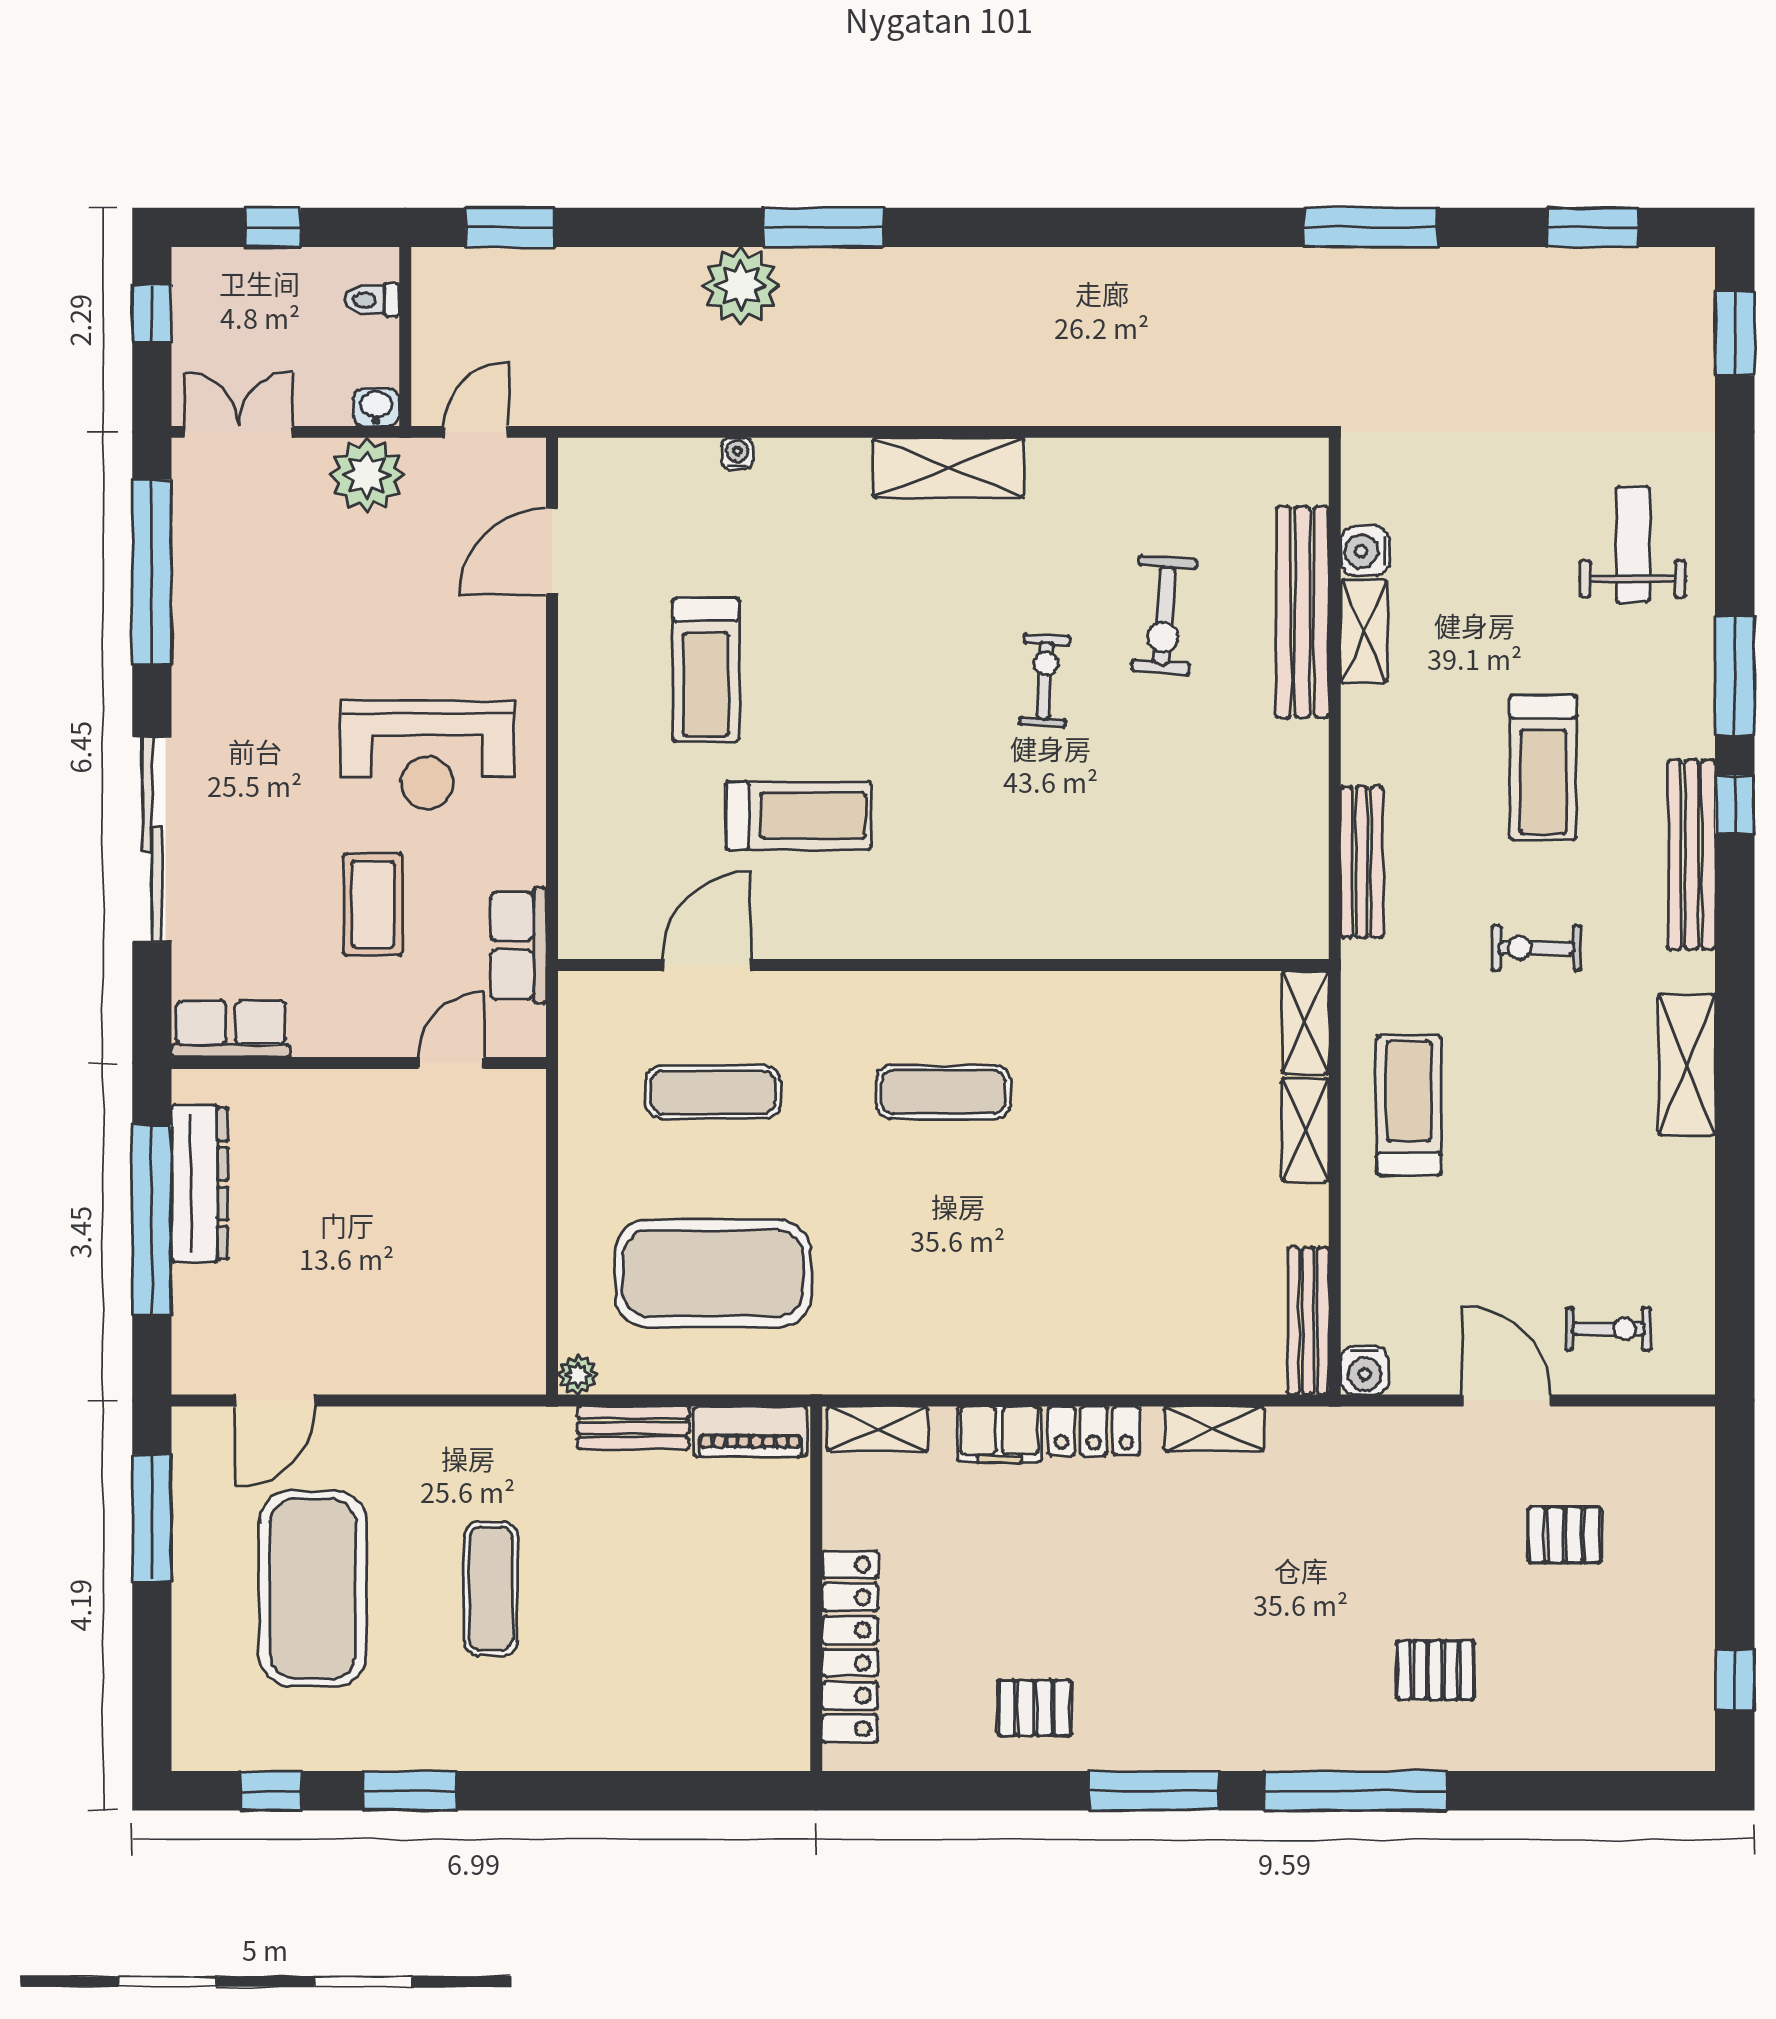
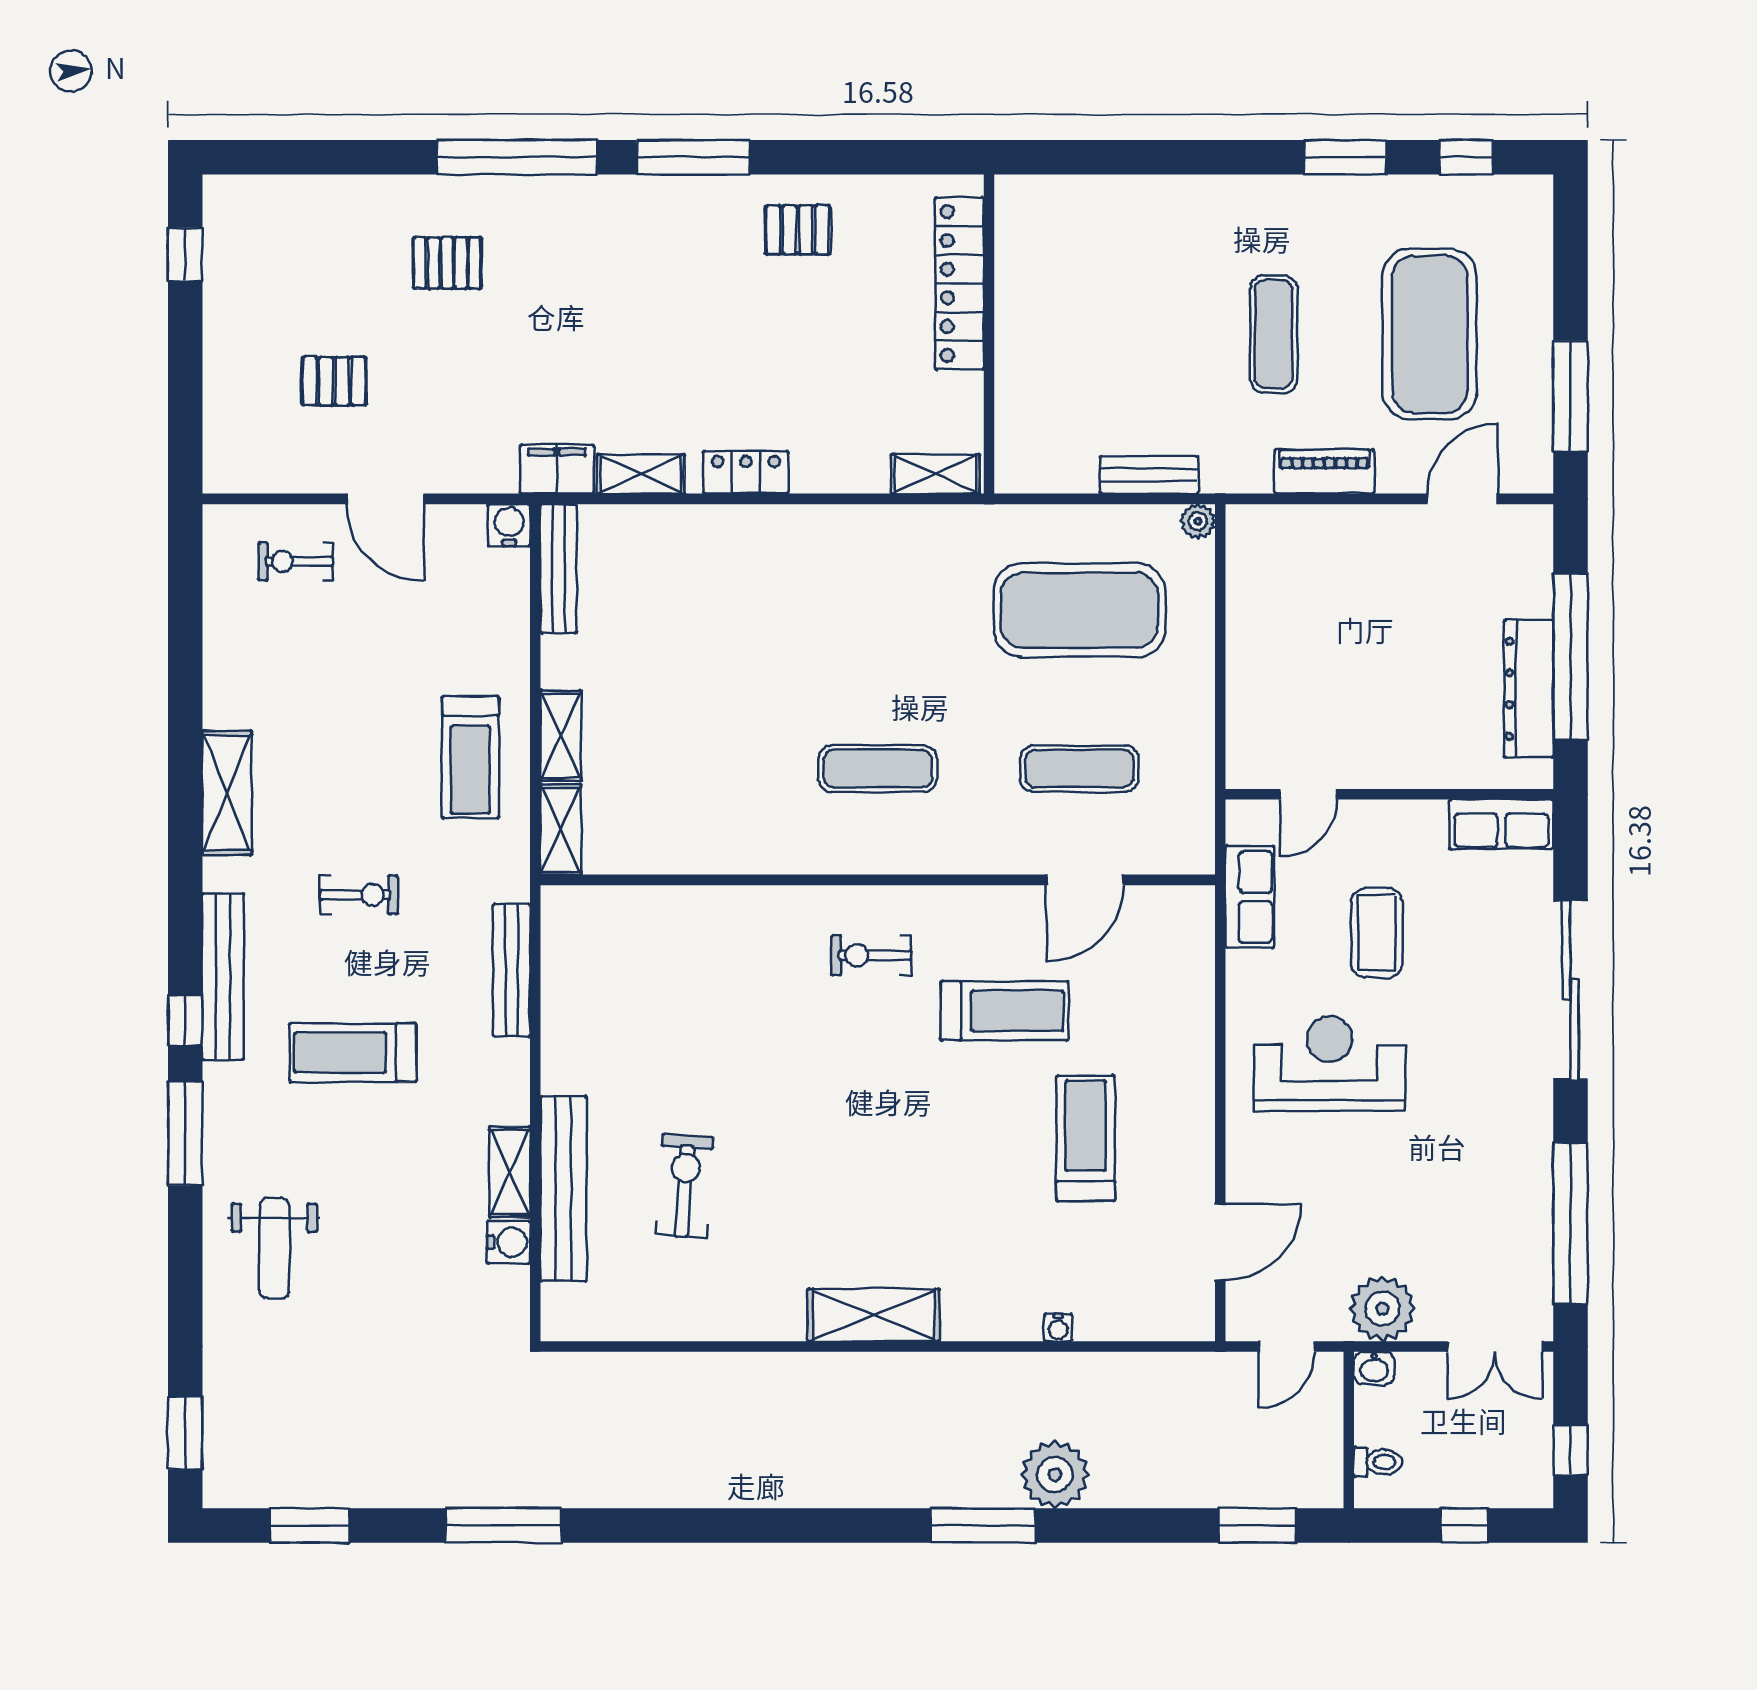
exercise bike: (1045, 681) -> (871, 955), moved, turned 87
treadmill: (1543, 768) -> (353, 1053), turned -90
treadmill: (798, 816) -> (1005, 1011), turned 180
piano: (750, 1432) -> (1324, 472), moved
filing cabinet: (999, 1434) -> (557, 469), moved

